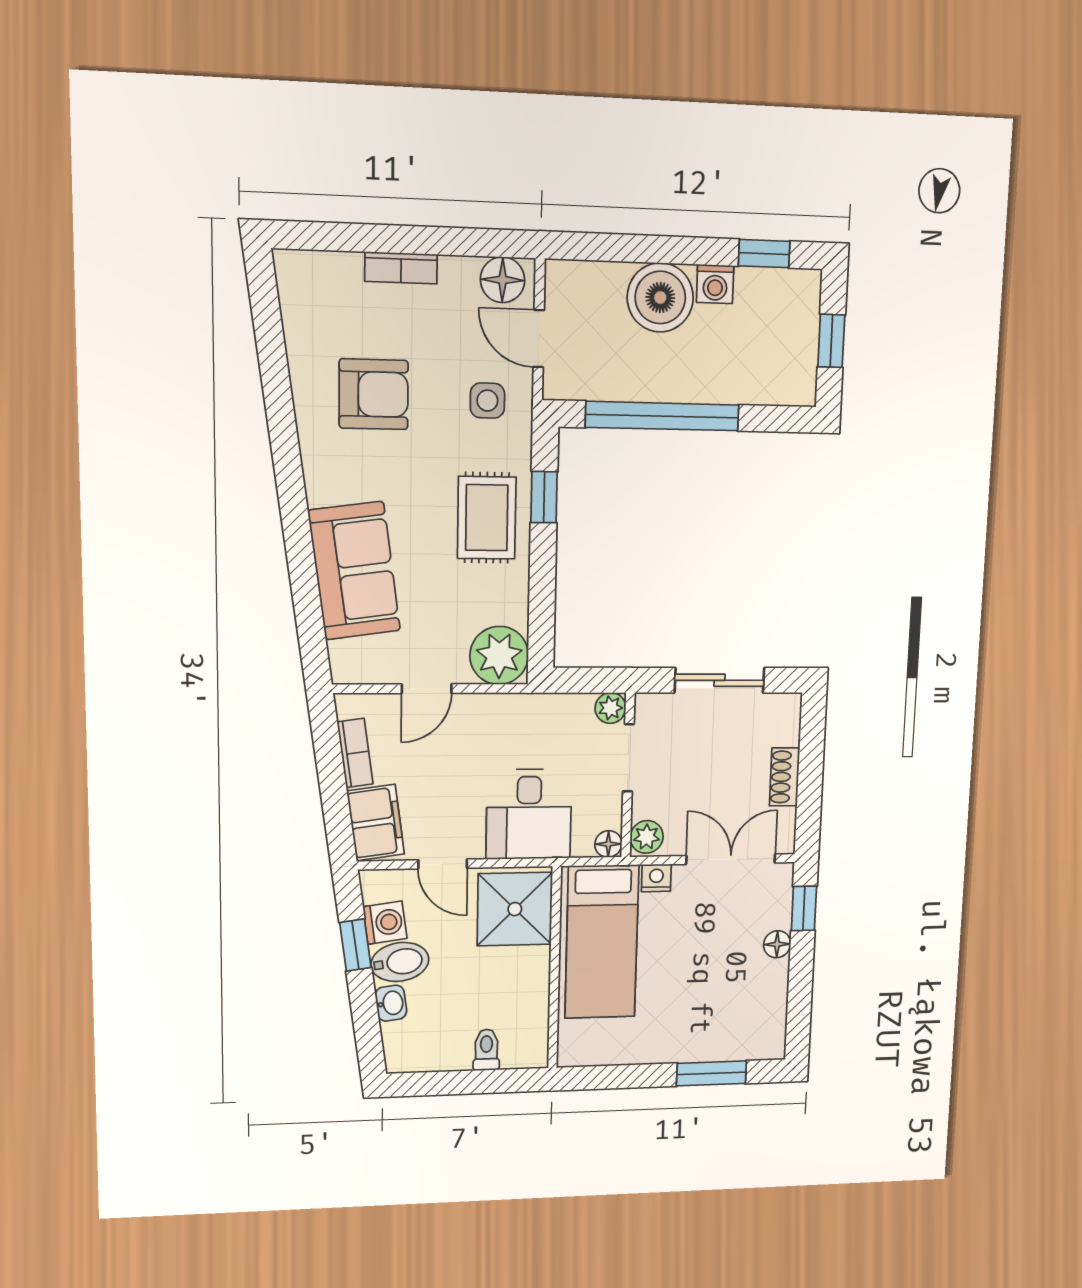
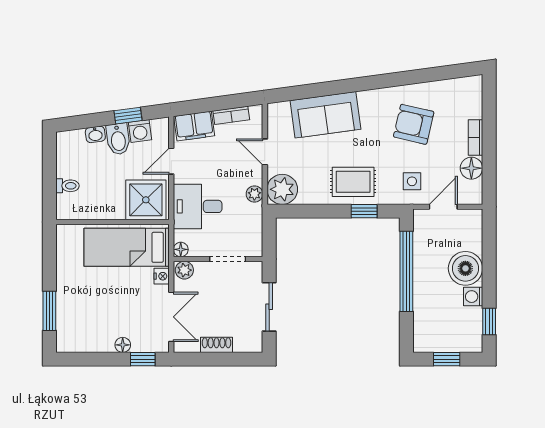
floor lamp: (503, 280) -> (471, 168), moved
armchair: (374, 394) -> (414, 124), turned 103
plant: (610, 708) -> (254, 194), moved

